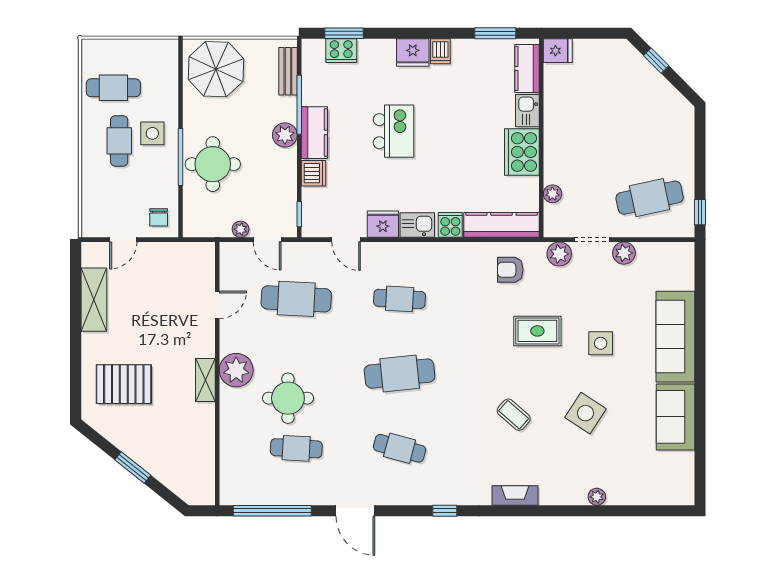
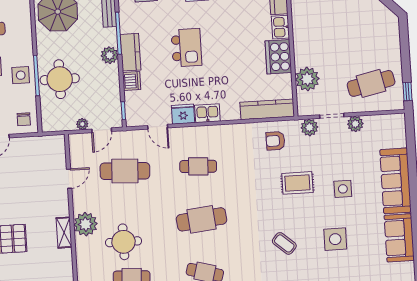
side table: (152, 133) -> (21, 75), moved
plant: (552, 194) -> (307, 79), width x1.87, depth x1.87
cooker: (450, 225) -> (231, 112), removed
door: (267, 240) -> (102, 130), hinge flipped
side table: (586, 413) -> (335, 239), turned -33

